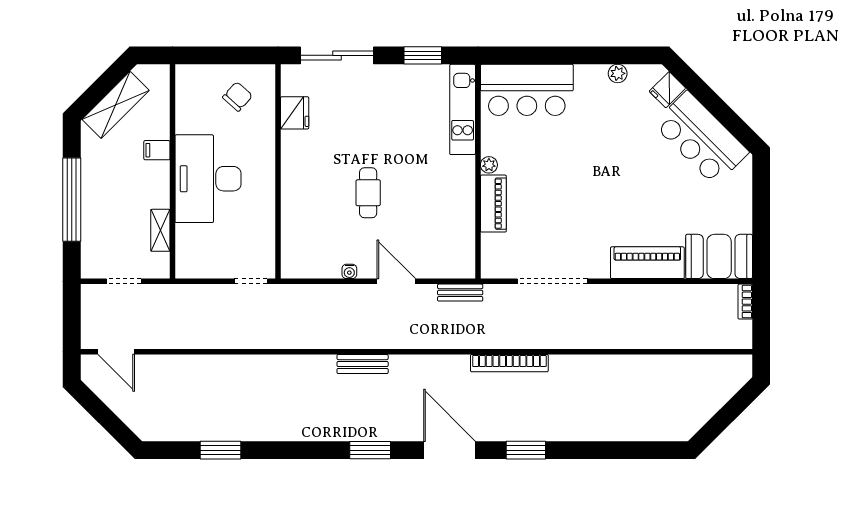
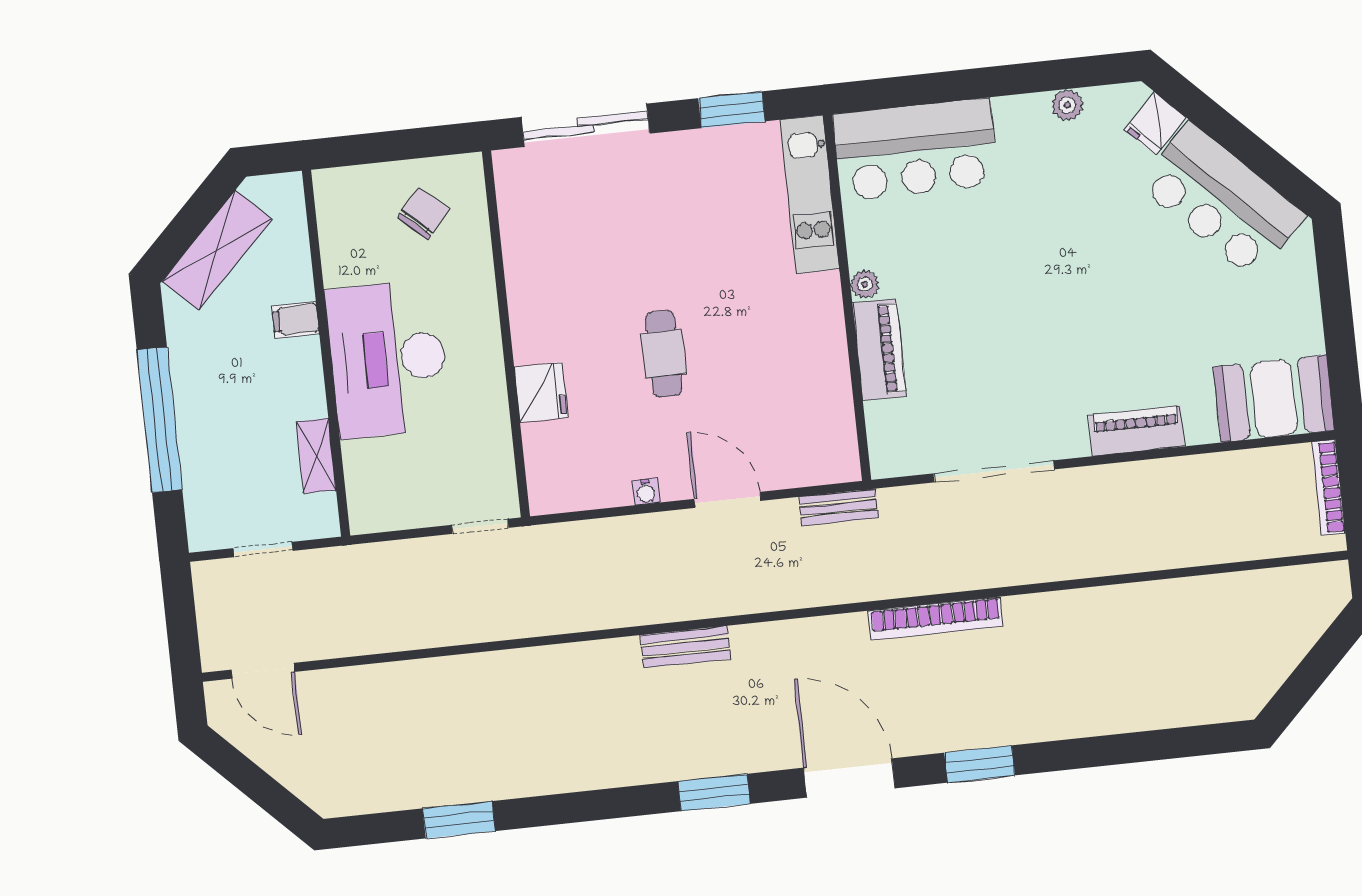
fridge: (295, 113) -> (541, 392), moved
piano: (647, 263) -> (1137, 431), width x0.73, depth x0.75
bookcase: (745, 302) -> (1328, 488), width x1.56

